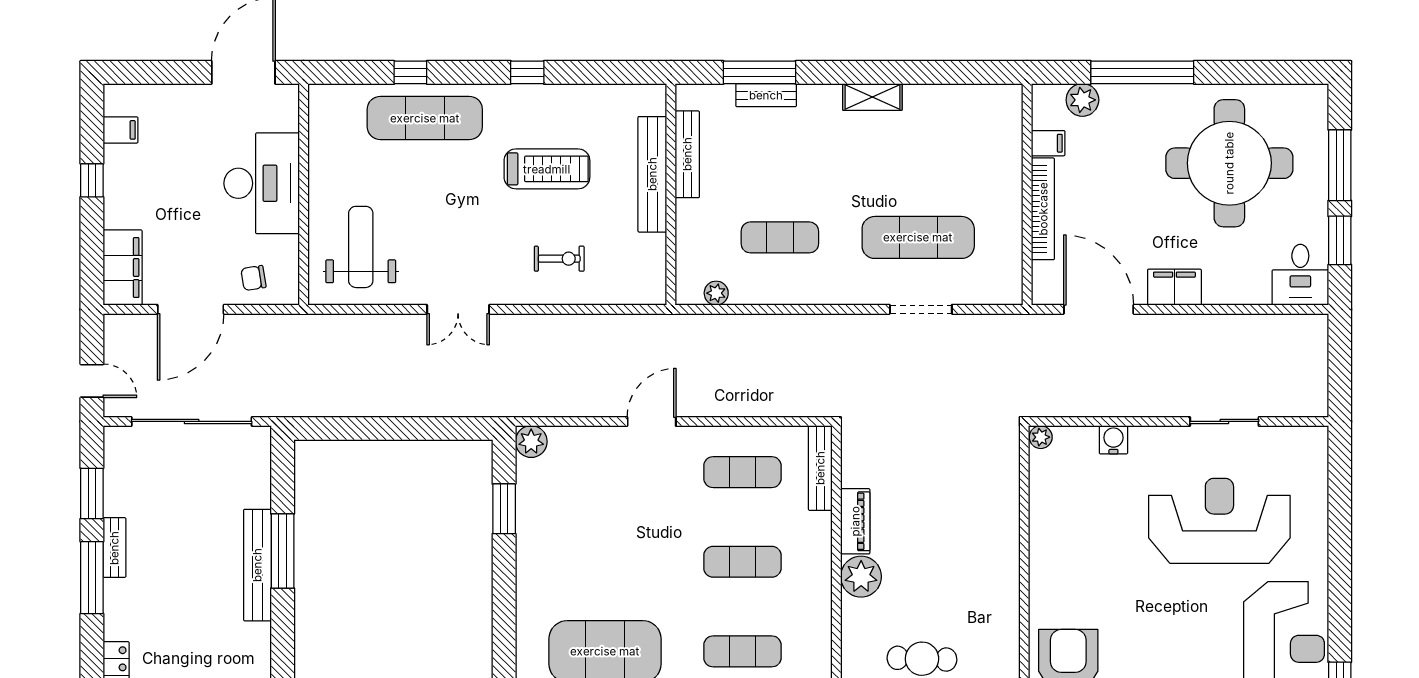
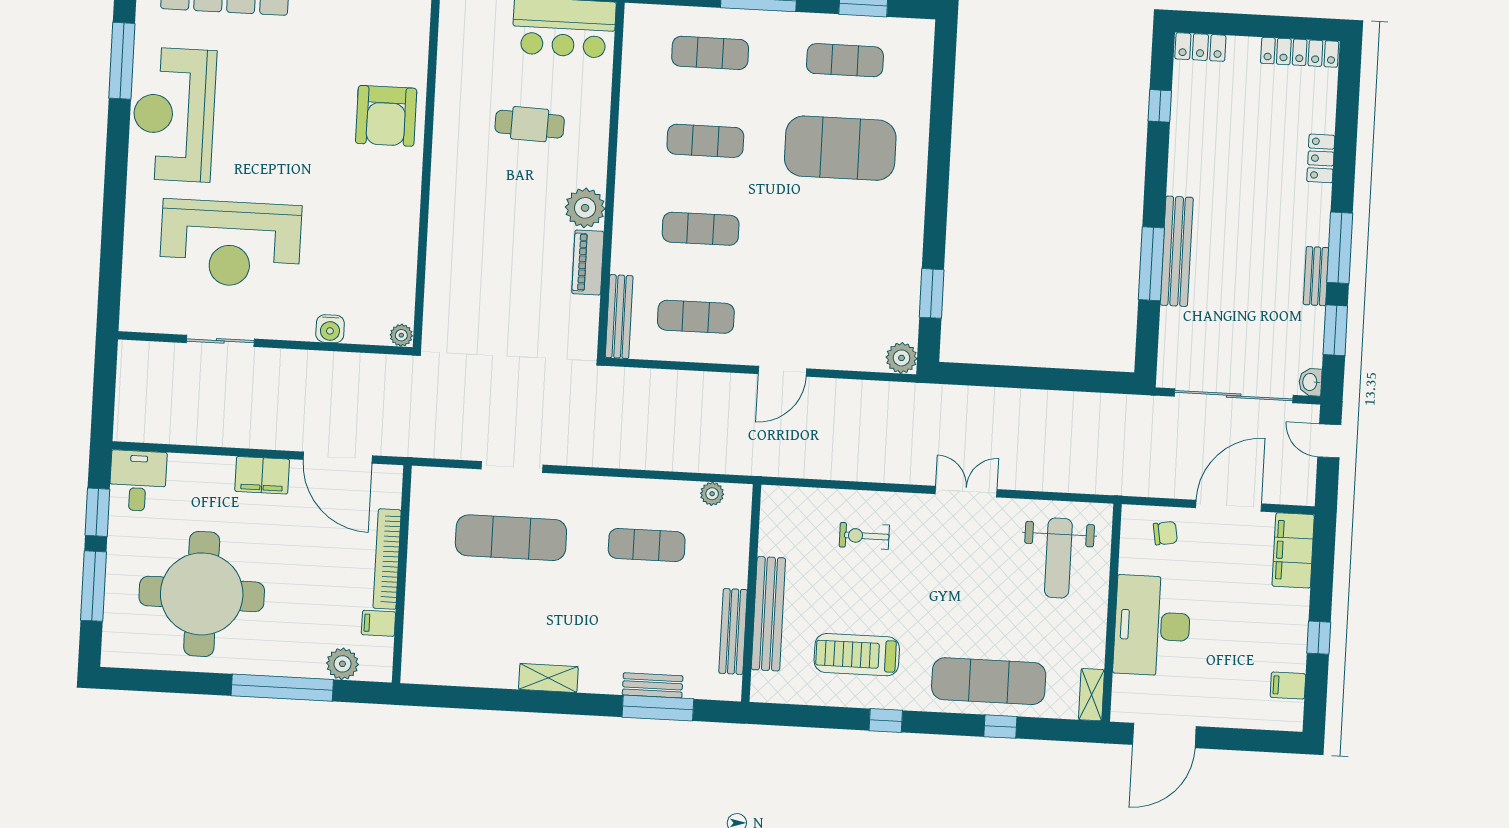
shelving: (320, 110) -> (1091, 695), added
treadmill: (547, 169) -> (857, 655), moved
washbasin: (114, 440) -> (1310, 382), added

